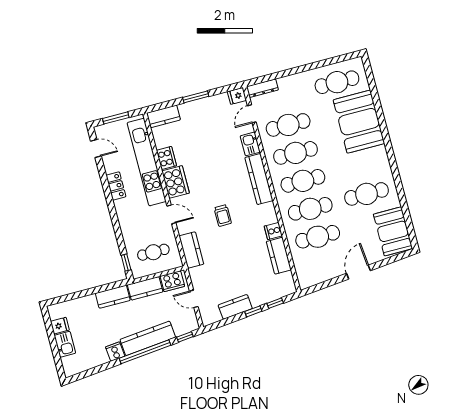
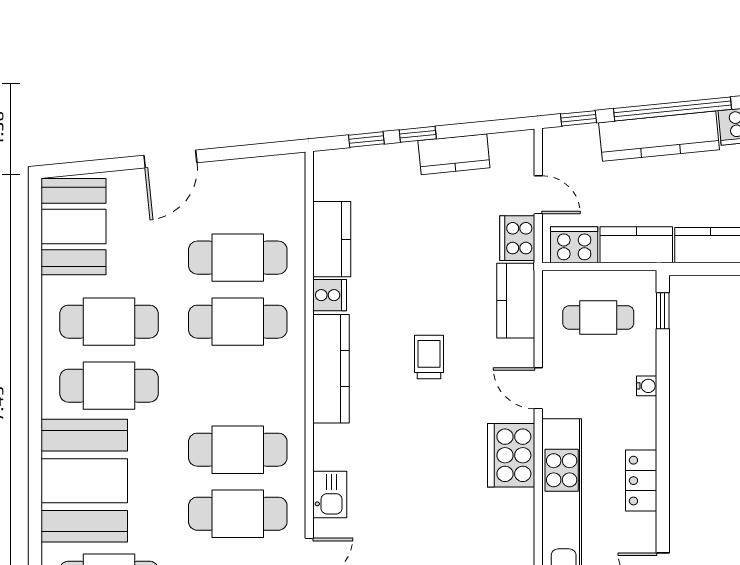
cooker: (166, 158) -> (517, 238), moved
kitchen counter: (259, 179) -> (331, 369), moved
cafe table: (303, 181) -> (109, 386), moved
water cooler: (124, 228) -> (647, 386), added

